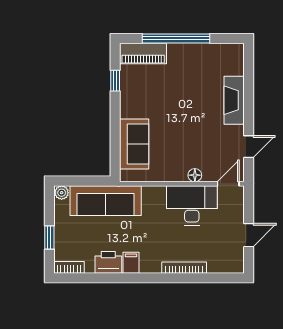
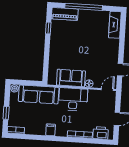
fireplace: (234, 100) -> (115, 25), moved
sofa: (134, 144) -> (71, 78), moved, turned -90
desk: (192, 205) -> (73, 99), moved
printer: (108, 262) -> (101, 133), moved

